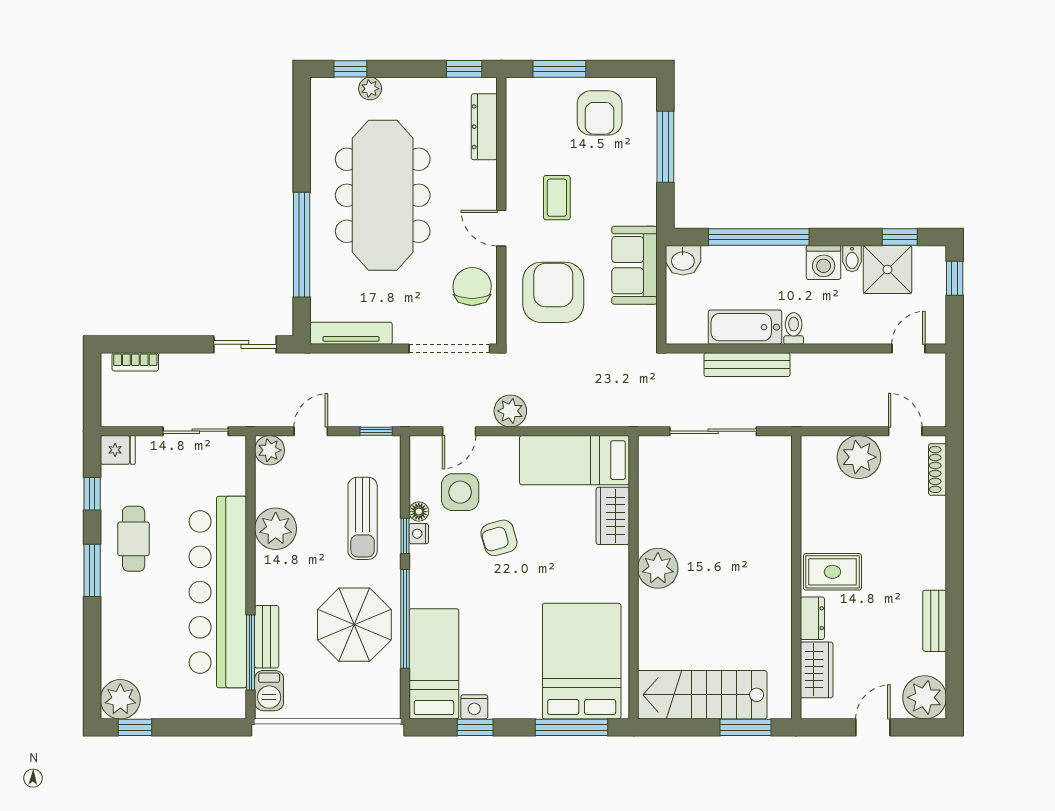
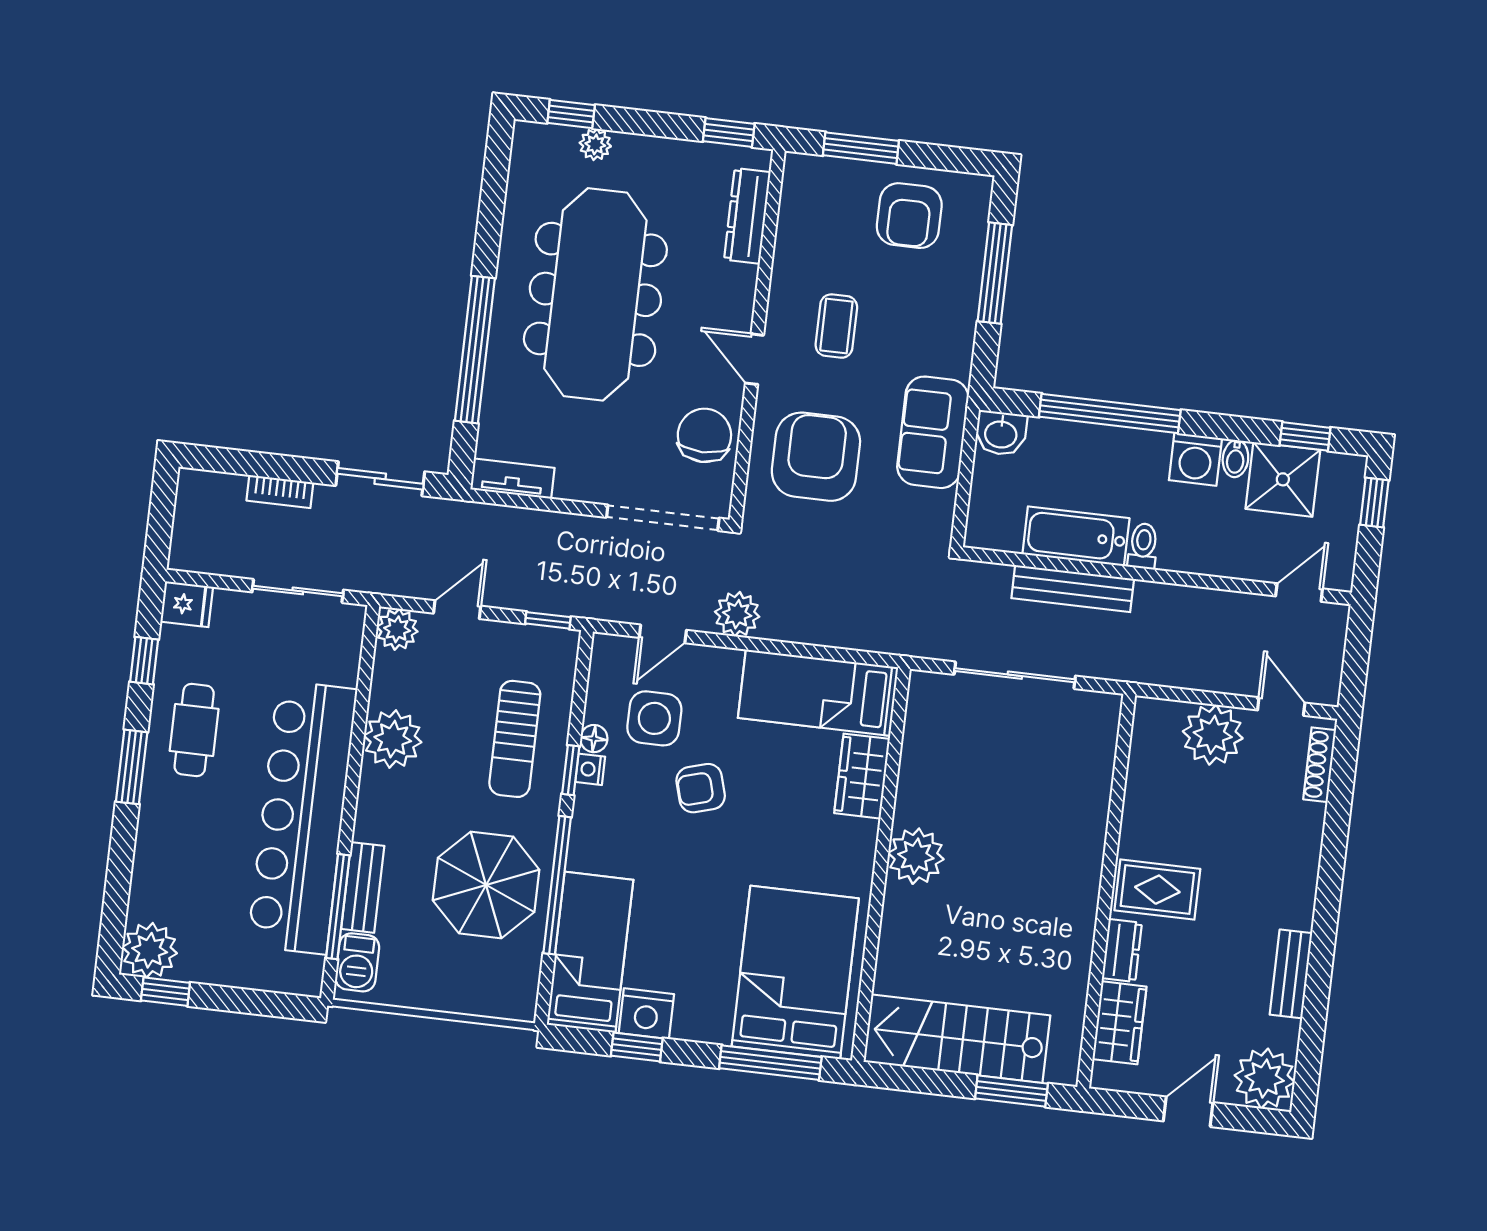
tv unit: (351, 333) -> (512, 479), width x0.71
bookcase: (135, 362) -> (280, 492), moved
nightstand: (474, 707) -> (646, 1014), width x1.36, depth x1.33

